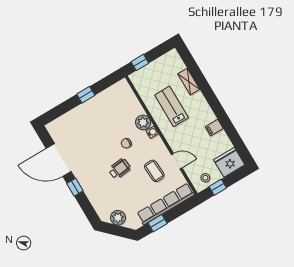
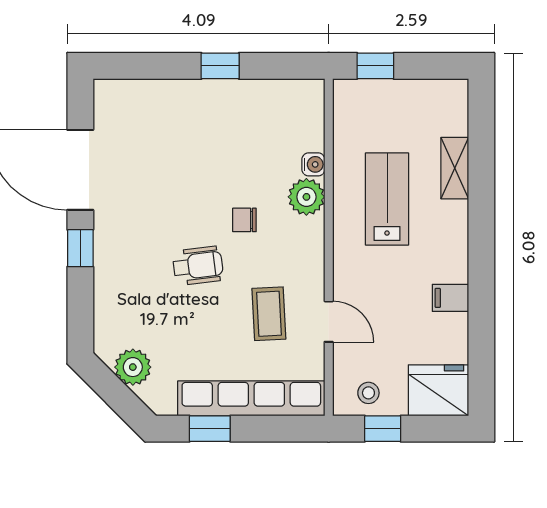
water cooler: (152, 132) -> (313, 164), moved

